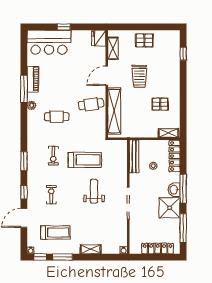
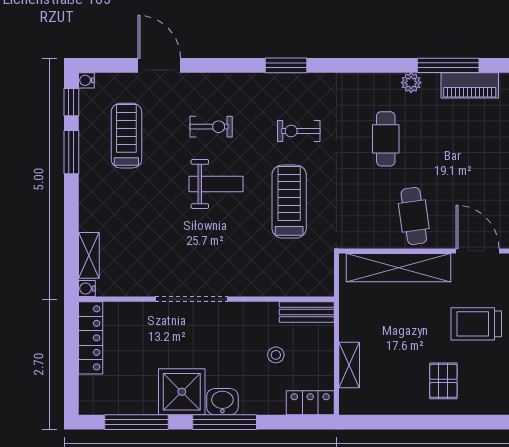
pallet: (160, 104) -> (443, 381), moved
shelving: (169, 133) -> (349, 365), moved
bench: (134, 156) -> (307, 312), width x0.73
locker: (175, 156) -> (310, 403), width x0.66
treadmill: (85, 160) -> (289, 202), turned 180
weight bench: (94, 191) -> (216, 184), moved
window: (24, 192) -> (217, 65), removed
treadmill: (55, 232) -> (126, 136), turned 180
locker: (158, 248) -> (91, 338), moved
shelving: (91, 249) -> (89, 255), moved

